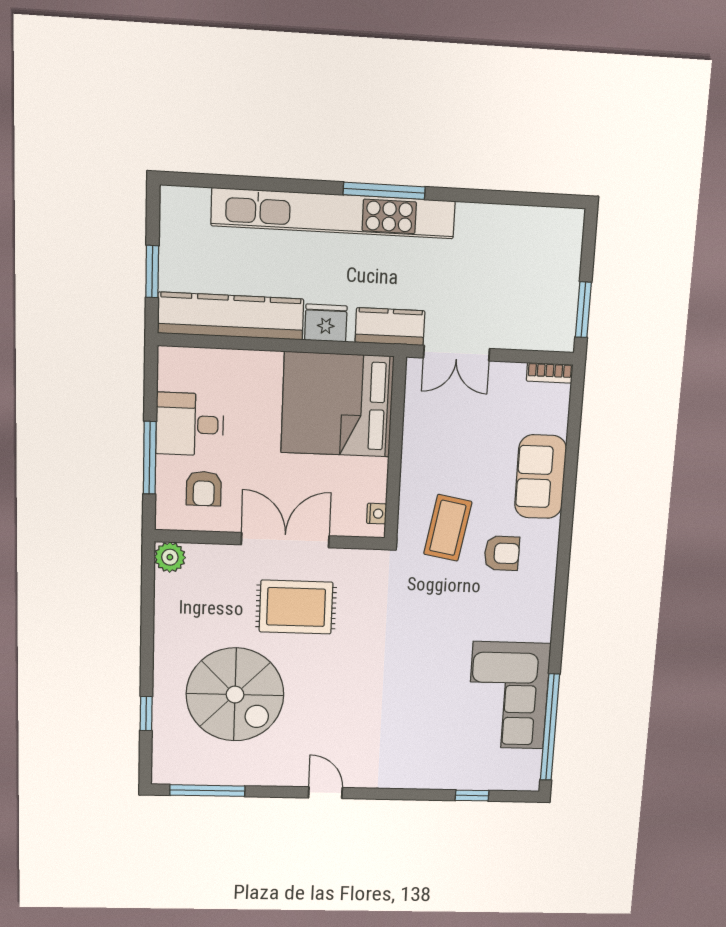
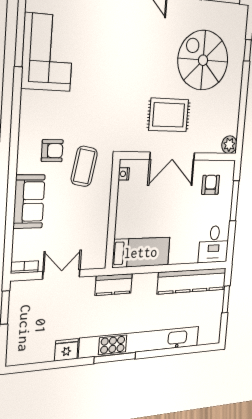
fridge: (326, 323) -> (66, 350), moved, turned 180
double door: (457, 353) -> (61, 274), moved
bed: (337, 404) -> (141, 252), width x0.49
desk: (190, 424) -> (214, 244), moved, turned 90
armchair: (502, 553) -> (52, 151), turned 180

